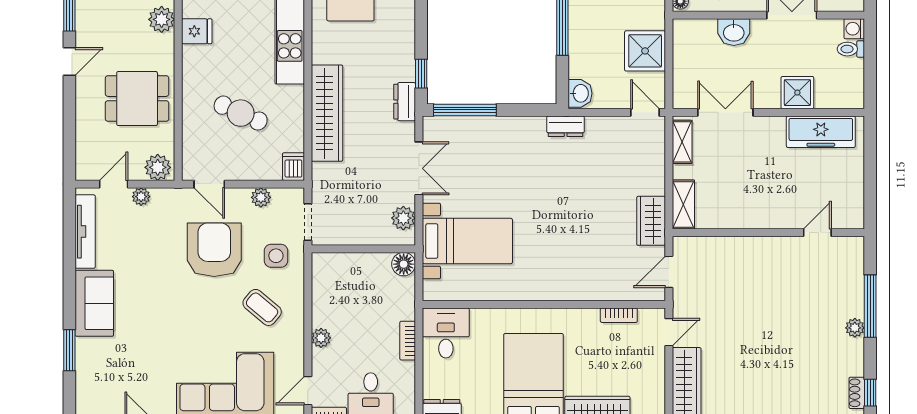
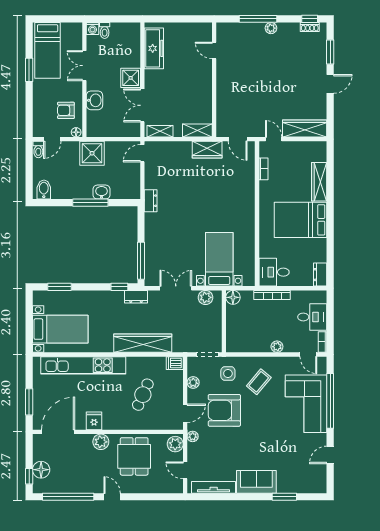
plant: (162, 19) -> (101, 442), moved
shower: (645, 51) -> (92, 153), moved
washbasin: (580, 93) -> (102, 192), moved
shower: (797, 93) -> (131, 78), moved
plant: (141, 197) -> (193, 436), moved
bookcase: (408, 341) -> (272, 295), width x1.56

